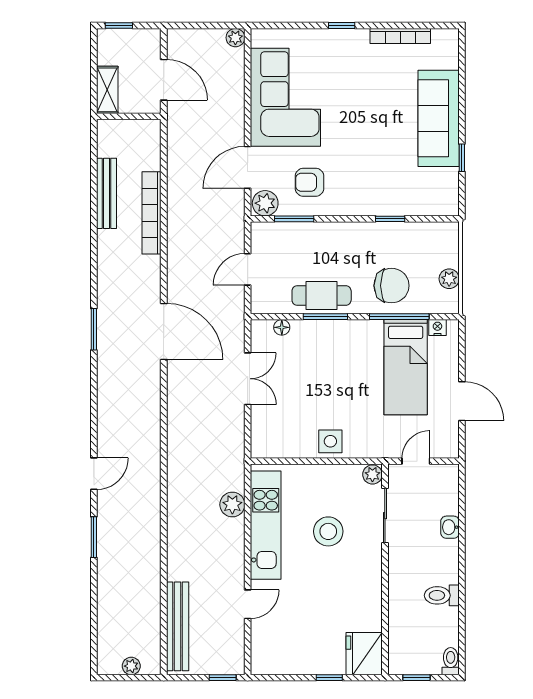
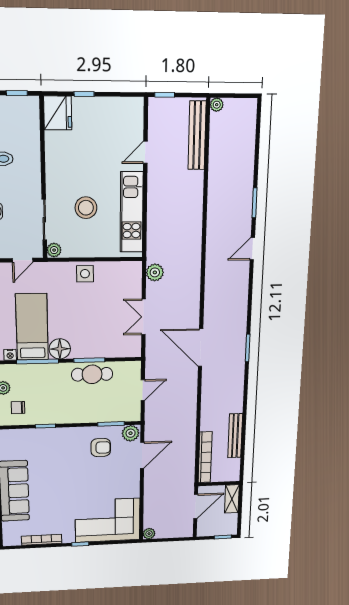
door: (164, 80) -> (196, 506), swing flipped
corner sofa: (285, 97) -> (108, 520), moved, turned 90
bookcase: (152, 213) -> (205, 457), moved
chair: (391, 286) -> (18, 408), moved, width x0.54, depth x0.54
floor lamp: (282, 327) -> (60, 349), moved, width x1.89, depth x1.89
plant: (232, 505) -> (155, 272), moved
plant: (131, 666) -> (217, 105), moved

